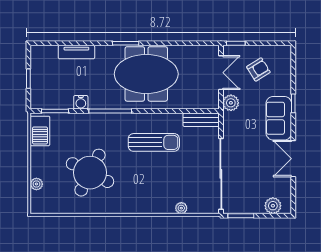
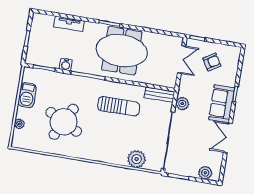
plant: (231, 103) -> (182, 104), moved
barbecue: (40, 131) -> (27, 95), moved
plant: (181, 208) -> (137, 159), width x1.87, depth x1.87

